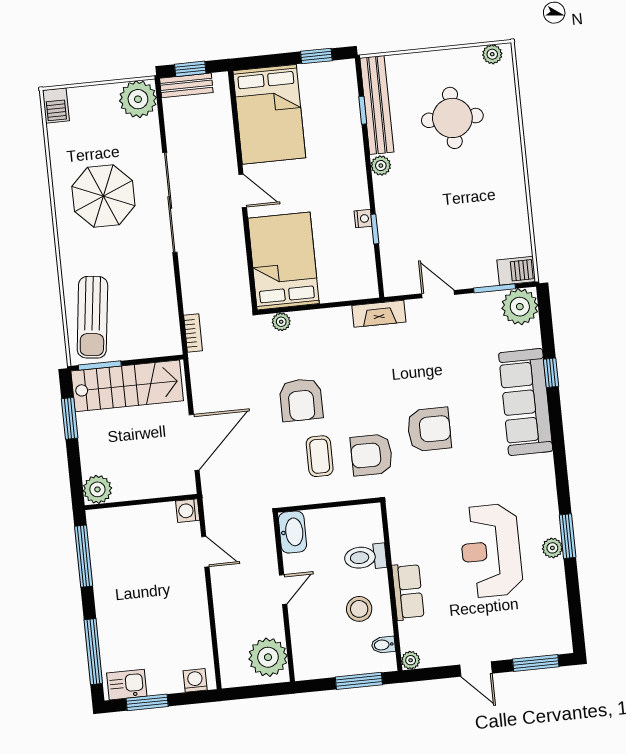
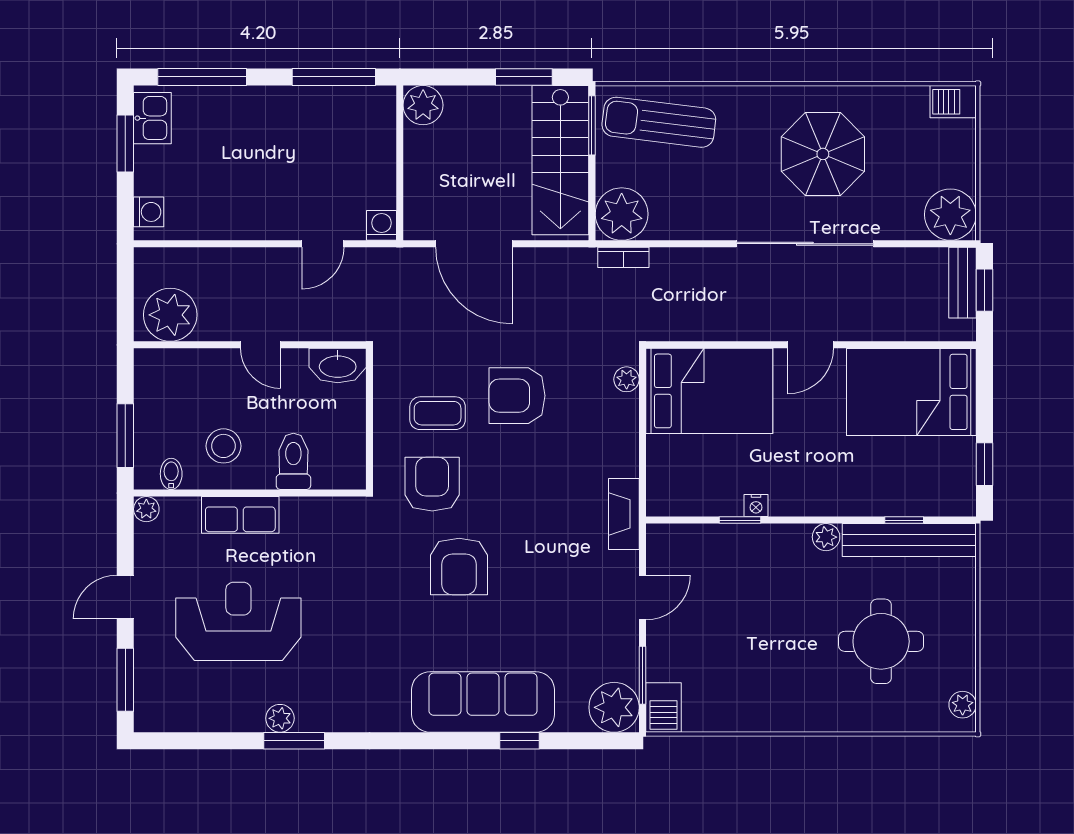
plant: (162, 337) -> (622, 214), added
reception desk: (491, 551) -> (238, 621), moved

